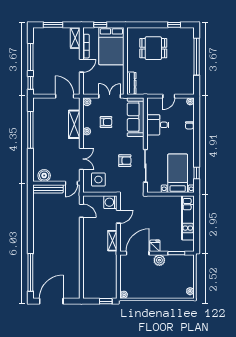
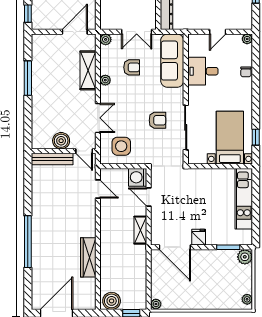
door: (65, 96) -> (75, 32), hinge flipped
double door: (110, 96) -> (137, 32), swing flipped
window: (30, 130) -> (28, 78), width x0.68
boiler: (44, 176) -> (61, 141), moved
door: (71, 183) -> (84, 151), hinge flipped
door: (118, 217) -> (149, 197), swing flipped
door: (138, 253) -> (175, 247), swing flipped
plant: (159, 260) -> (245, 257), moved
wardrobe: (74, 261) -> (88, 257), added
window: (30, 272) -> (28, 242), moved
boiler: (91, 292) -> (112, 301), added

